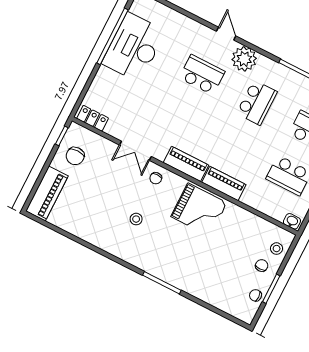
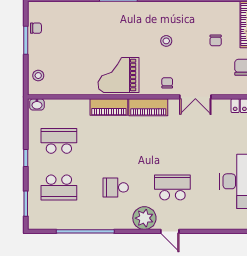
school desk: (202, 75) -> (172, 187), turned 180
school desk: (257, 103) -> (116, 187), width x0.54
double door: (135, 151) -> (195, 97), swing flipped
chair: (262, 266) -> (216, 40), moved

